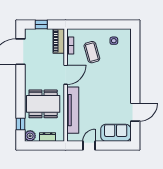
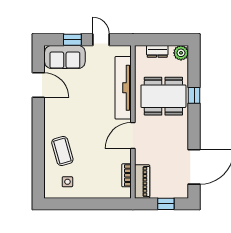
coffee table: (92, 52) -> (62, 151), moved
door: (135, 112) -> (38, 85), swing flipped
window: (20, 124) -> (194, 95), moved
door: (89, 145) -> (101, 40), swing flipped
window: (110, 145) -> (72, 40), added

